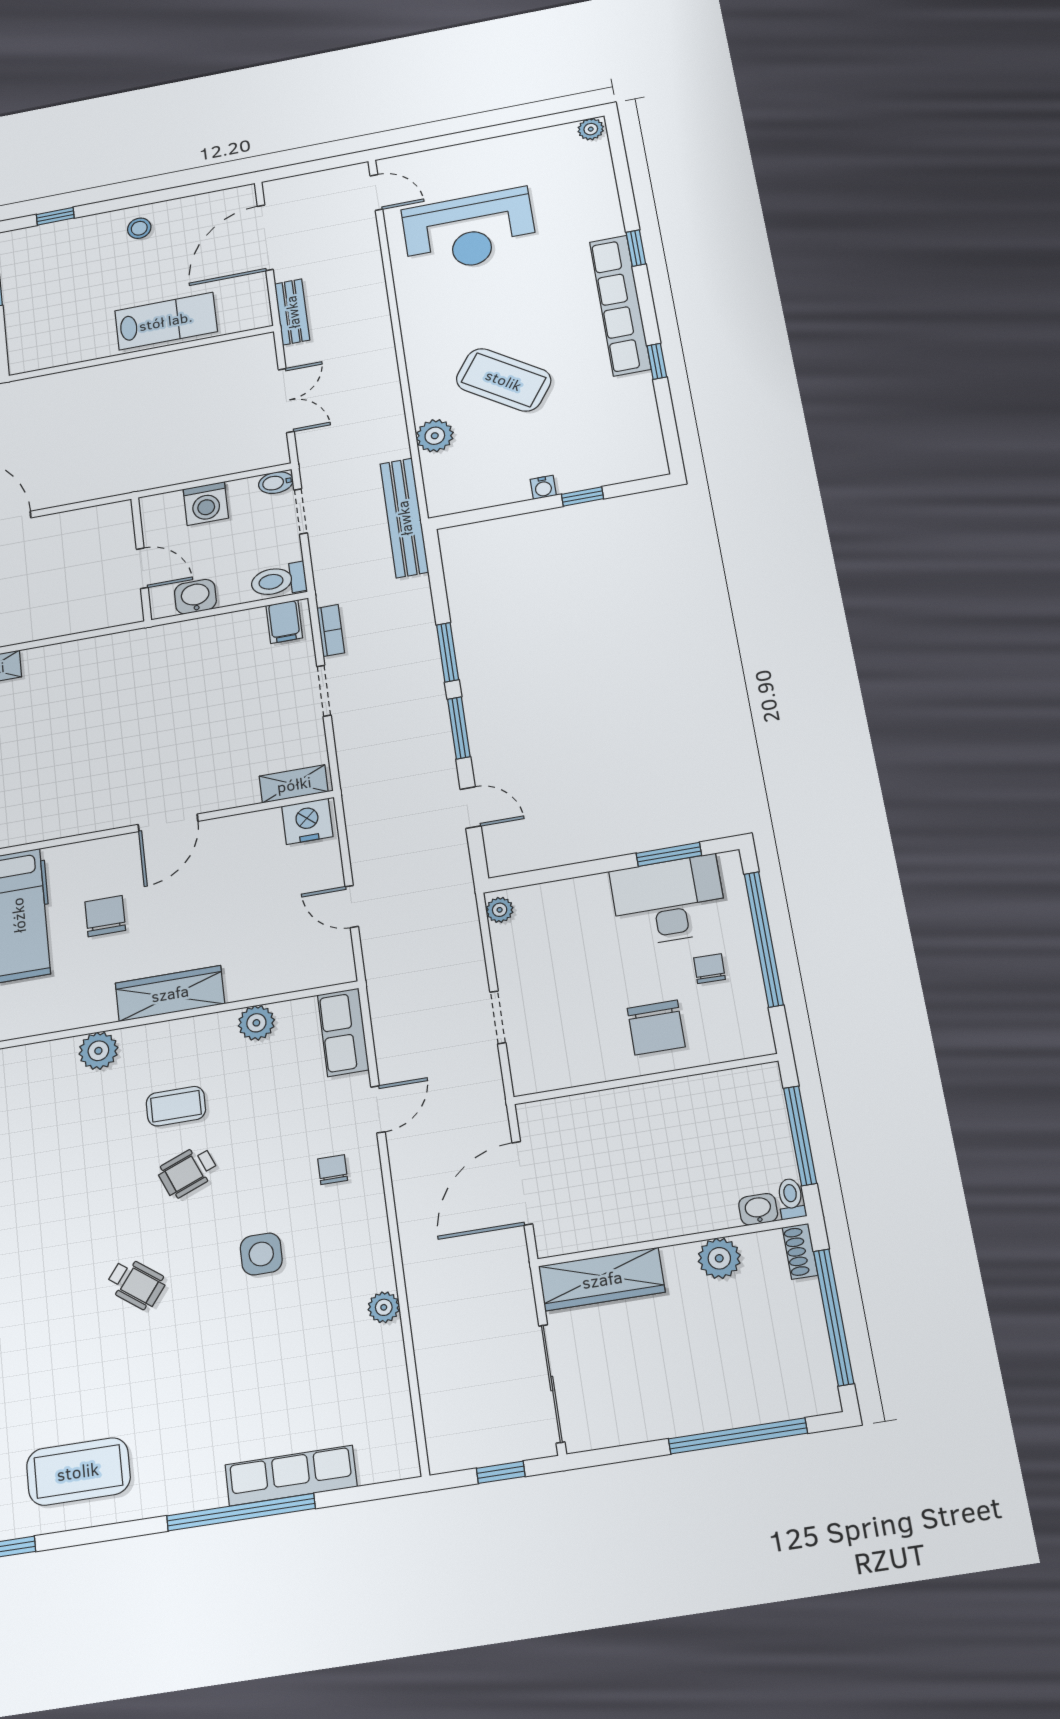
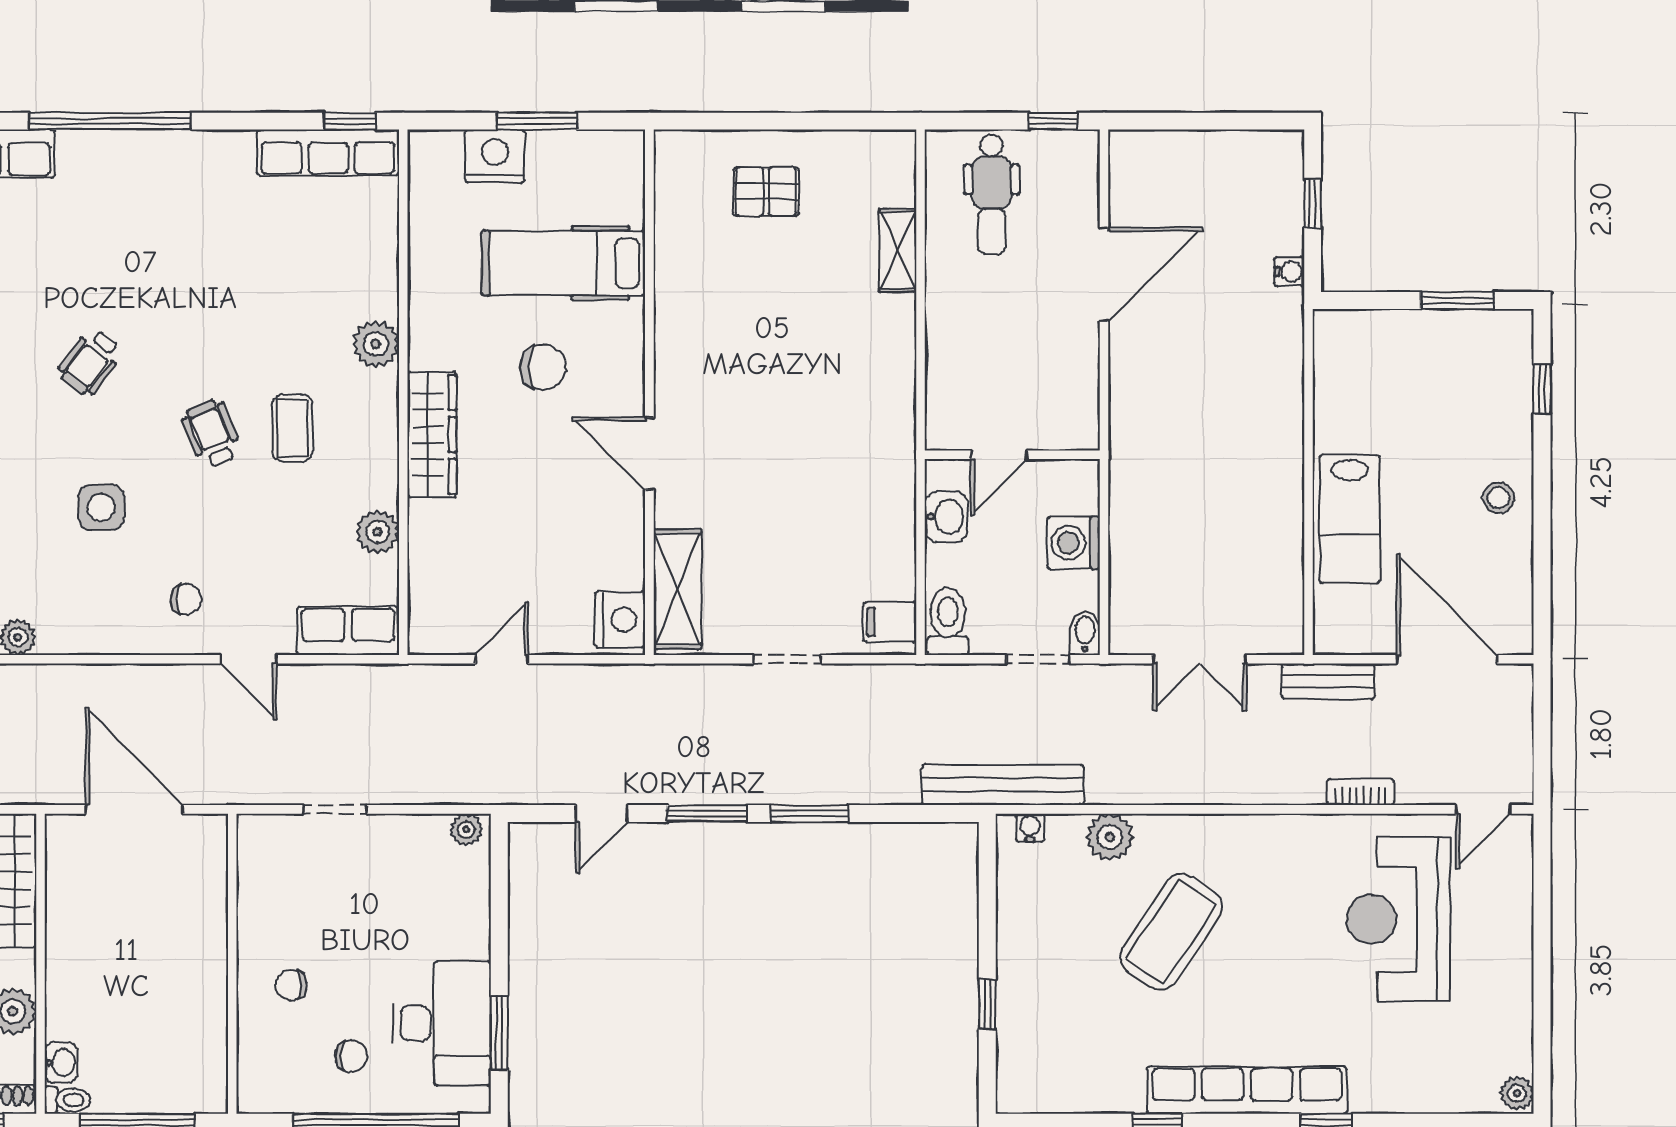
water cooler: (543, 487) -> (1030, 828), moved, turned 90
bookcase: (331, 630) -> (1360, 792), moved, turned 180
shelving: (294, 784) -> (678, 589), width x1.50, depth x1.33
chair: (656, 1028) -> (291, 985), width x0.54, depth x0.54

